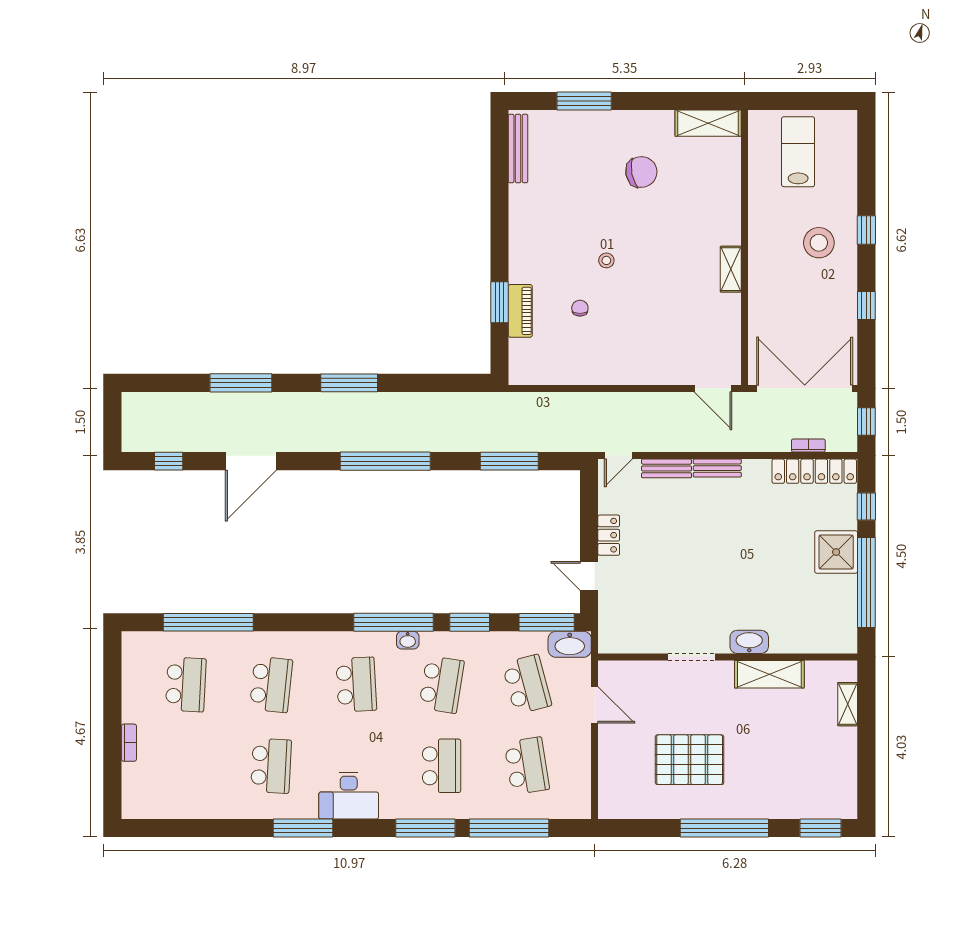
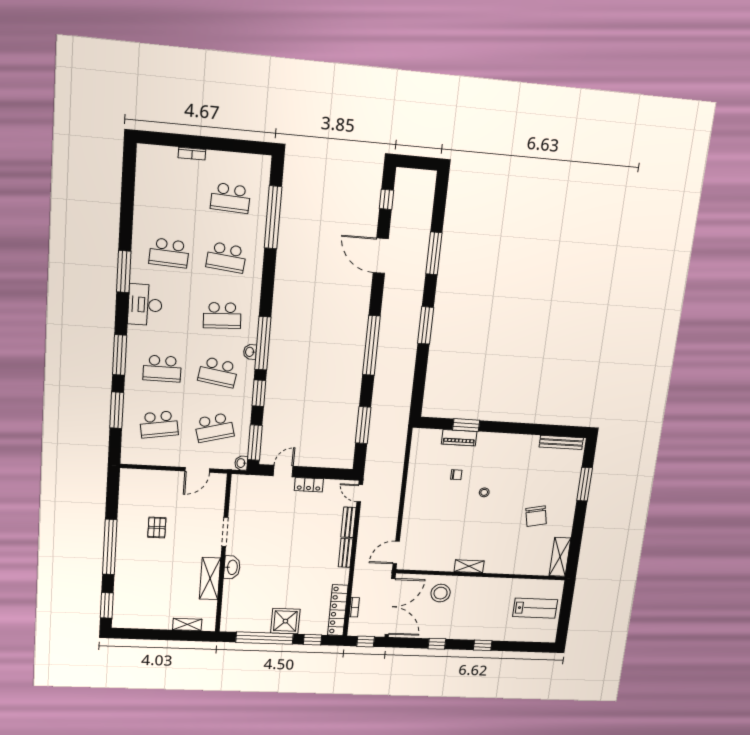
stool: (819, 243) -> (441, 593), moved
washbasin: (570, 644) -> (241, 463), width x0.52, depth x0.69
pallet: (690, 760) -> (157, 527), width x0.49, depth x0.50
window: (509, 828) -> (117, 410), width x0.68

